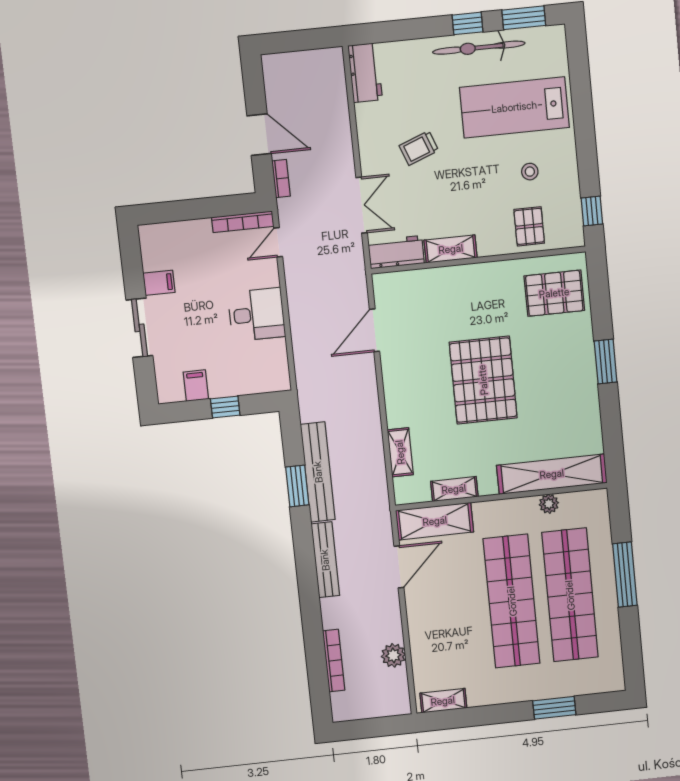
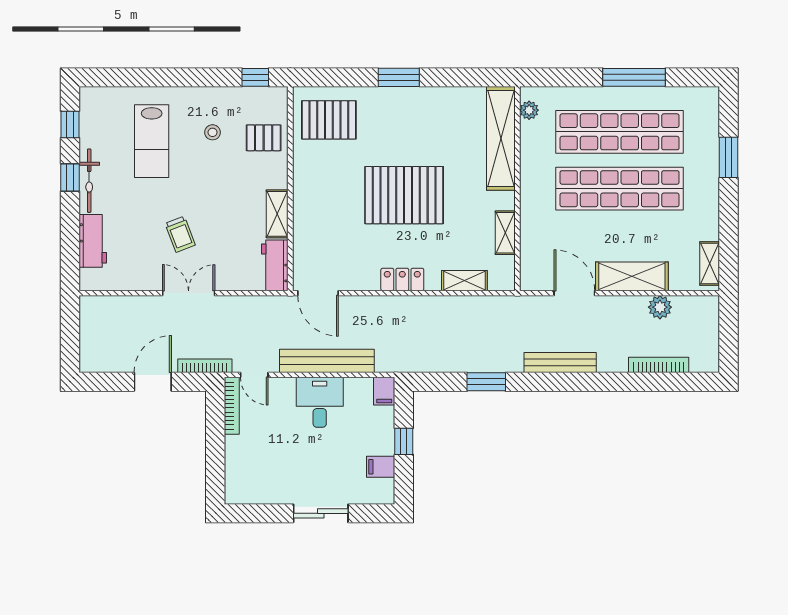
window: (524, 18) -> (70, 125), width x0.67
bicycle: (479, 48) -> (89, 181), width x0.73, depth x0.71
workbench: (365, 73) -> (93, 241), moved, turned 90
lab bench: (514, 107) -> (152, 141), width x0.73, depth x0.72
bookcase: (281, 178) -> (205, 366), width x1.56
double door: (362, 205) -> (189, 293), moved
filing cabinet: (159, 283) -> (384, 391), moved, turned 180
pallet: (554, 293) -> (329, 120), turned 90
door: (375, 330) -> (318, 293), moved
locker: (395, 388) -> (402, 279), added
bench: (318, 472) -> (327, 361), moved
plant: (549, 504) -> (529, 110), moved
shelving: (435, 521) -> (632, 276), moved, turned 90
window: (625, 575) -> (634, 77), moved

